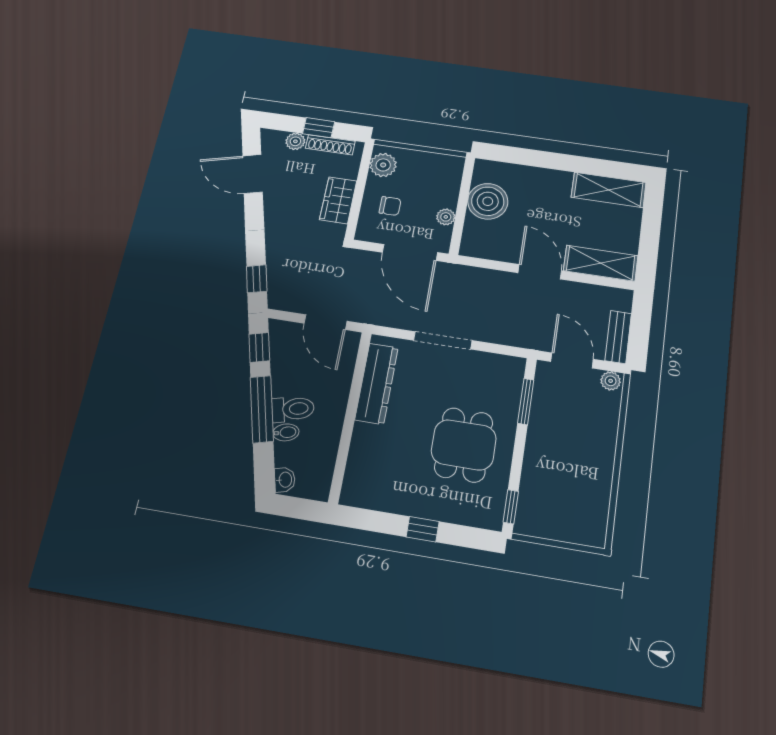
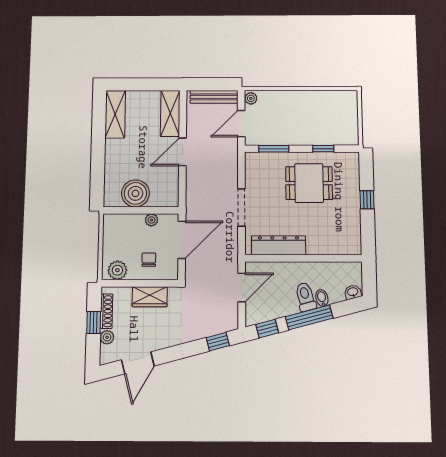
bench: (618, 337) -> (214, 97), width x1.36
window: (511, 507) -> (323, 149), moved

